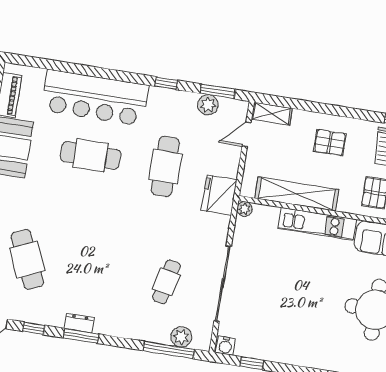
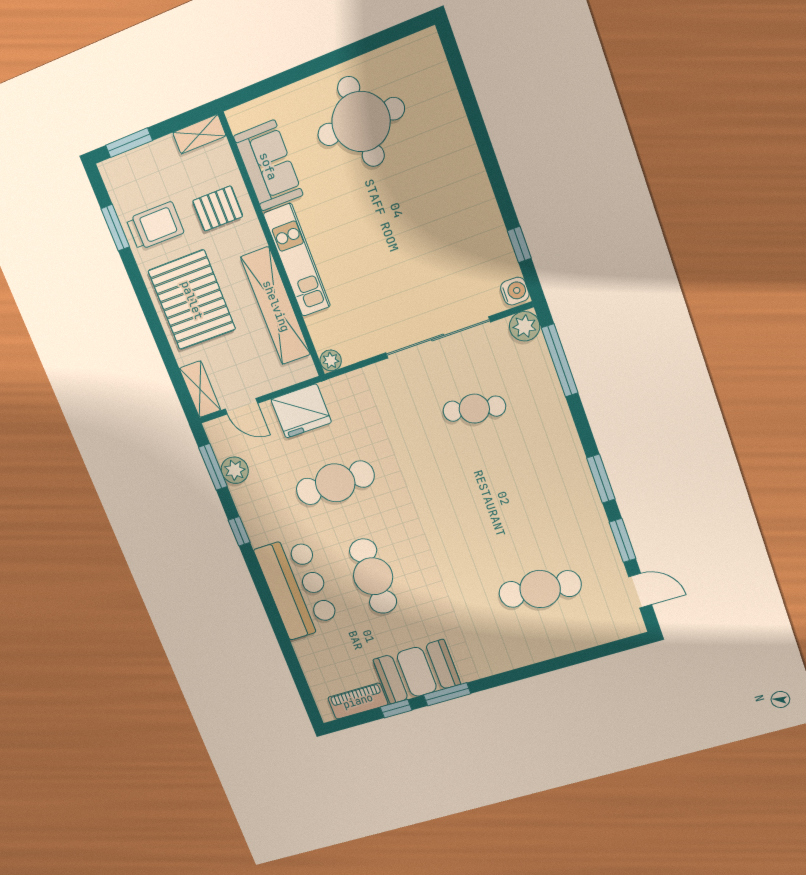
bar counter: (95, 98) -> (297, 587), width x0.73
pallet: (330, 143) -> (192, 300), width x2.05, depth x2.00
fridge: (219, 195) -> (301, 411), moved
cafe table: (27, 260) -> (540, 589), turned 30
dresser: (79, 323) -> (586, 489), removed
window: (34, 328) -> (623, 540), width x1.50
plant: (181, 337) -> (525, 326), moved

